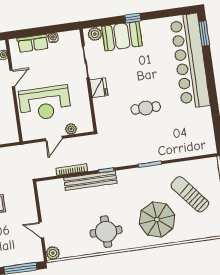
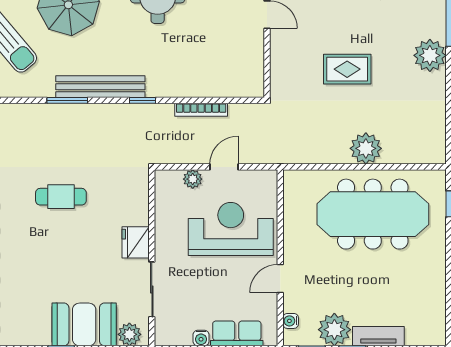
bench: (90, 181) -> (100, 87), moved

